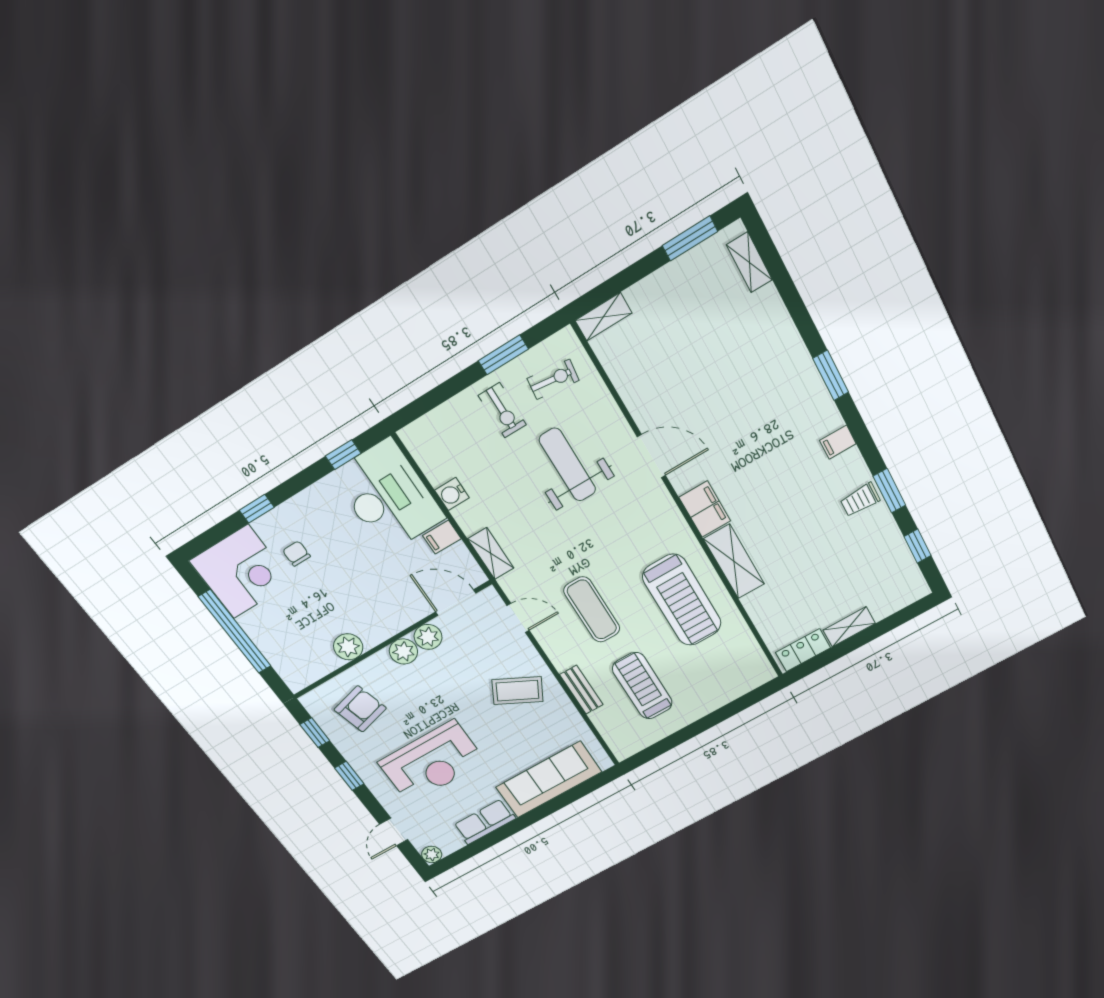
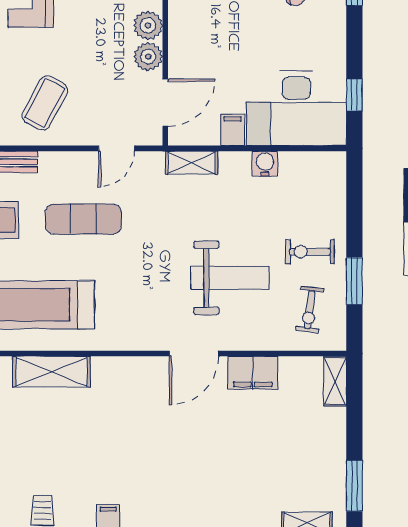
filing cabinet: (705, 509) -> (253, 373), moved

